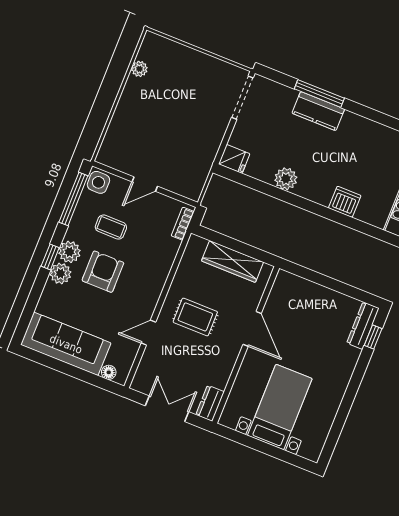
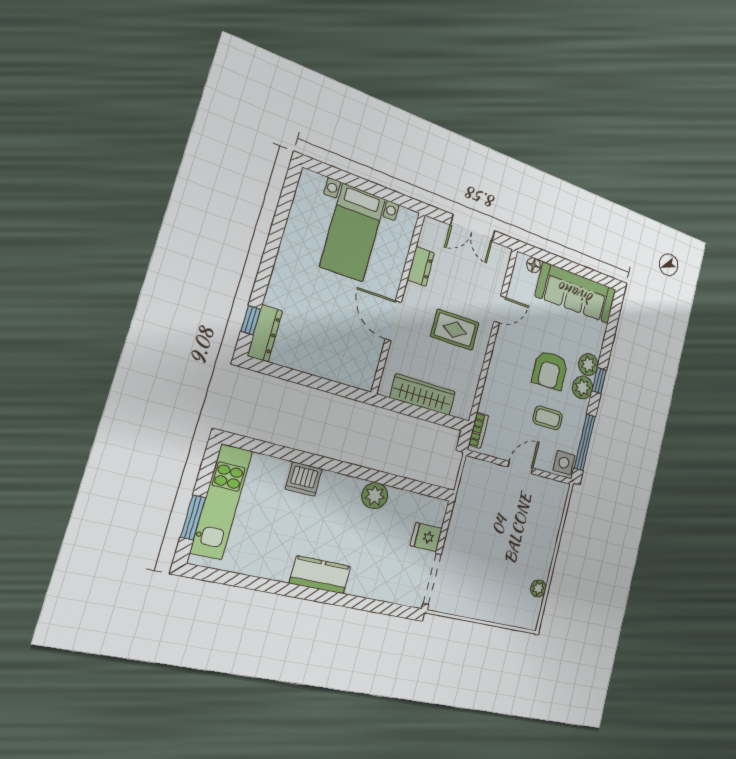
window: (319, 93) -> (348, 601), removed
kitchen counter: (318, 111) -> (320, 575), moved
fridge: (234, 159) -> (426, 537), moved
dresser: (210, 403) -> (421, 266), moved

